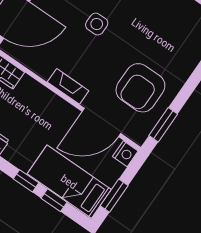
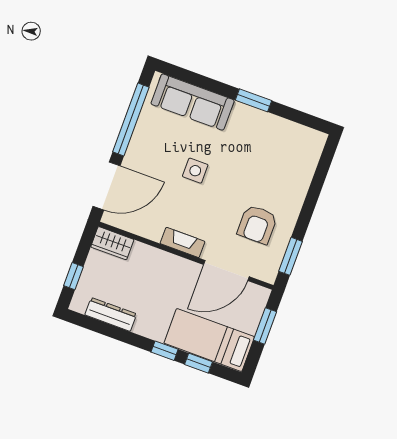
armchair: (140, 88) -> (257, 224), width x0.73, depth x0.73
nightstand: (125, 154) -> (259, 296), removed
window: (114, 196) -> (265, 326), moved

